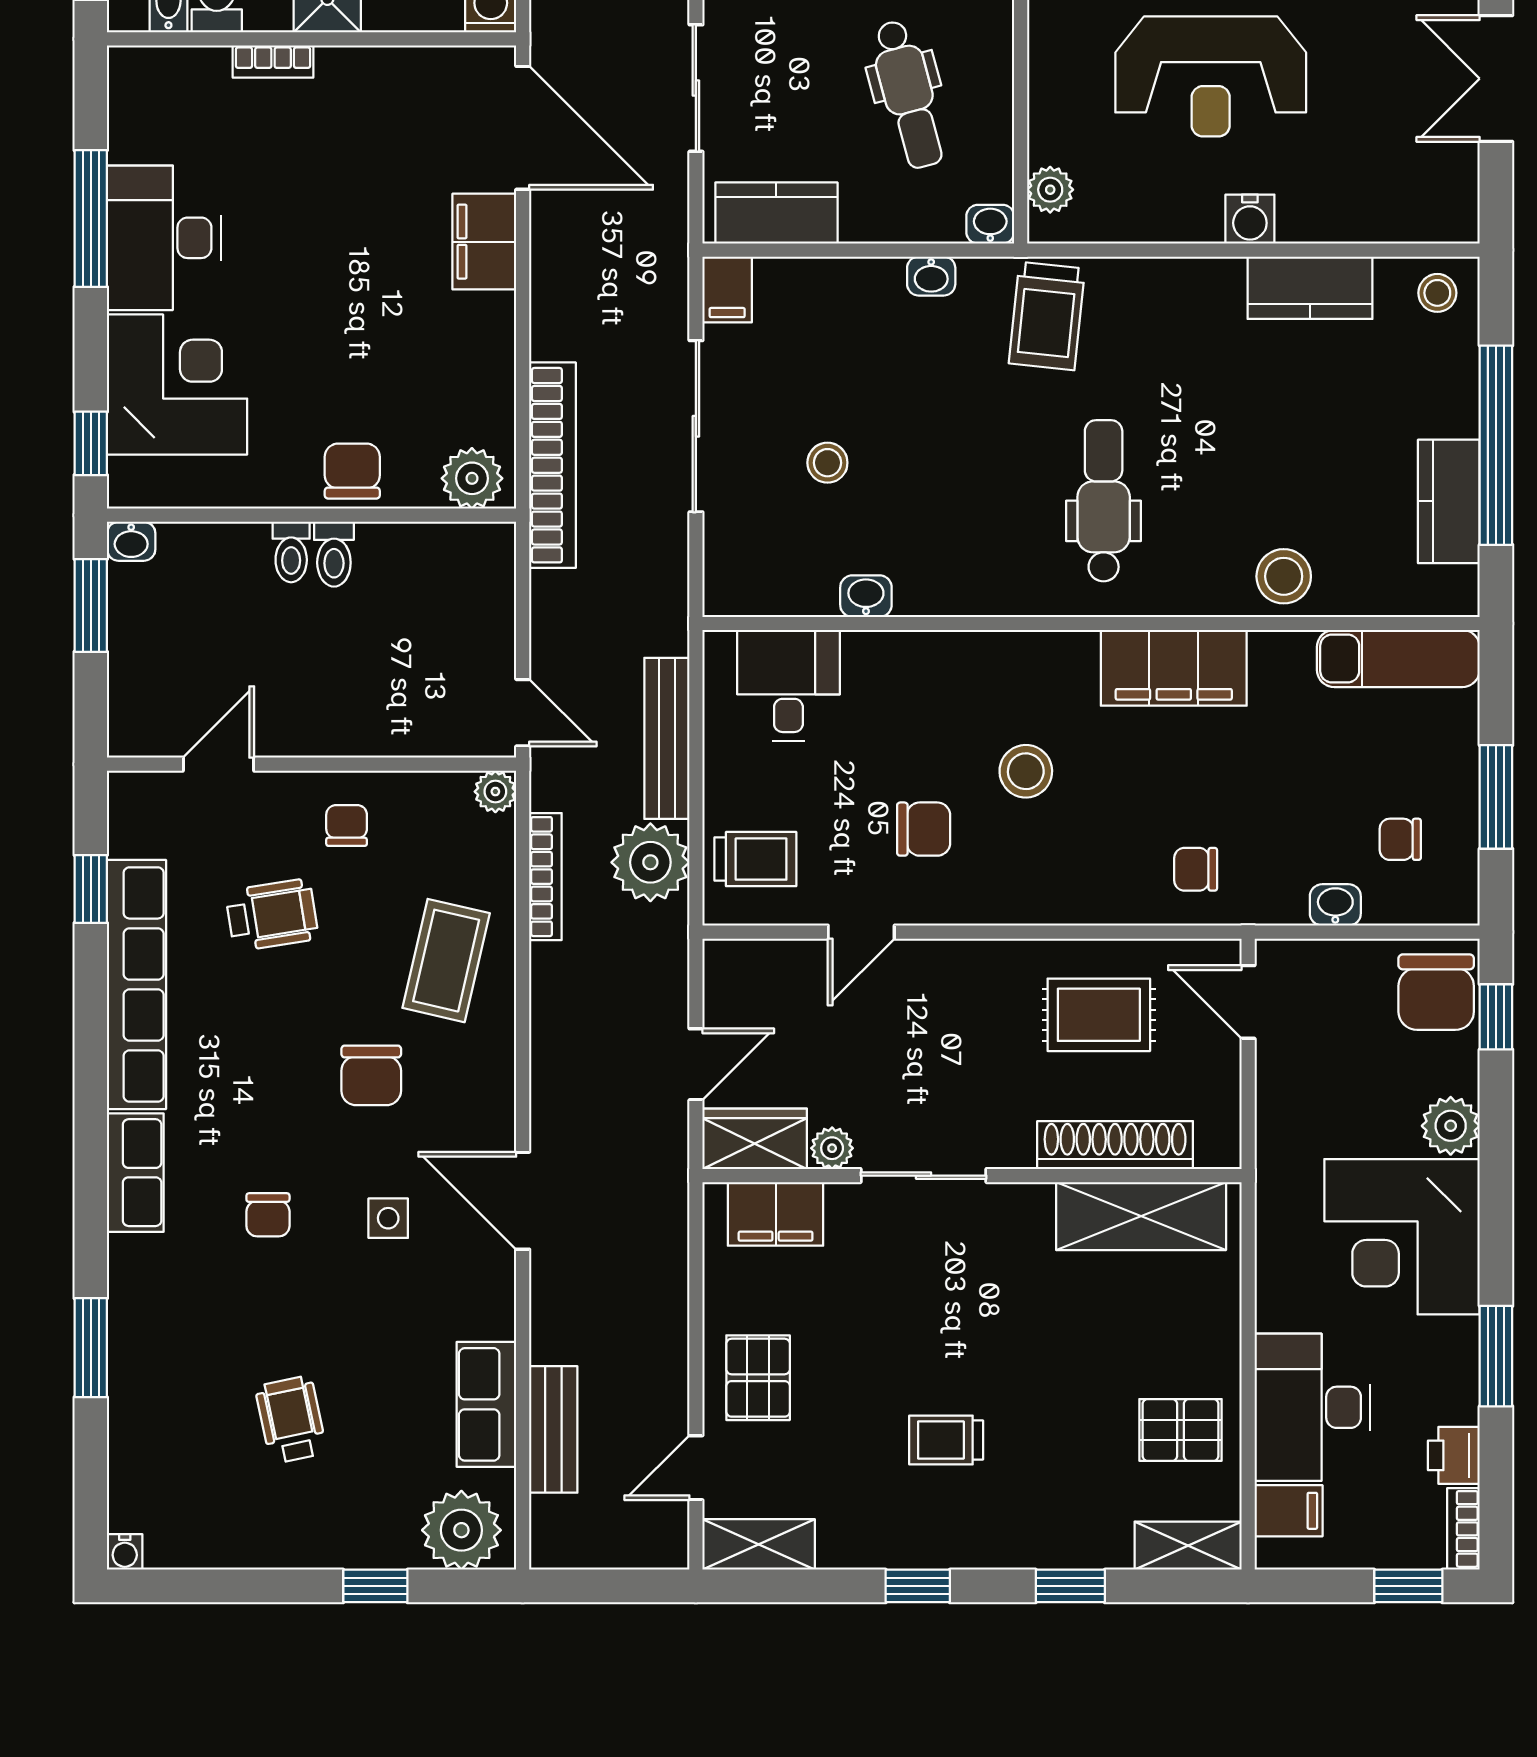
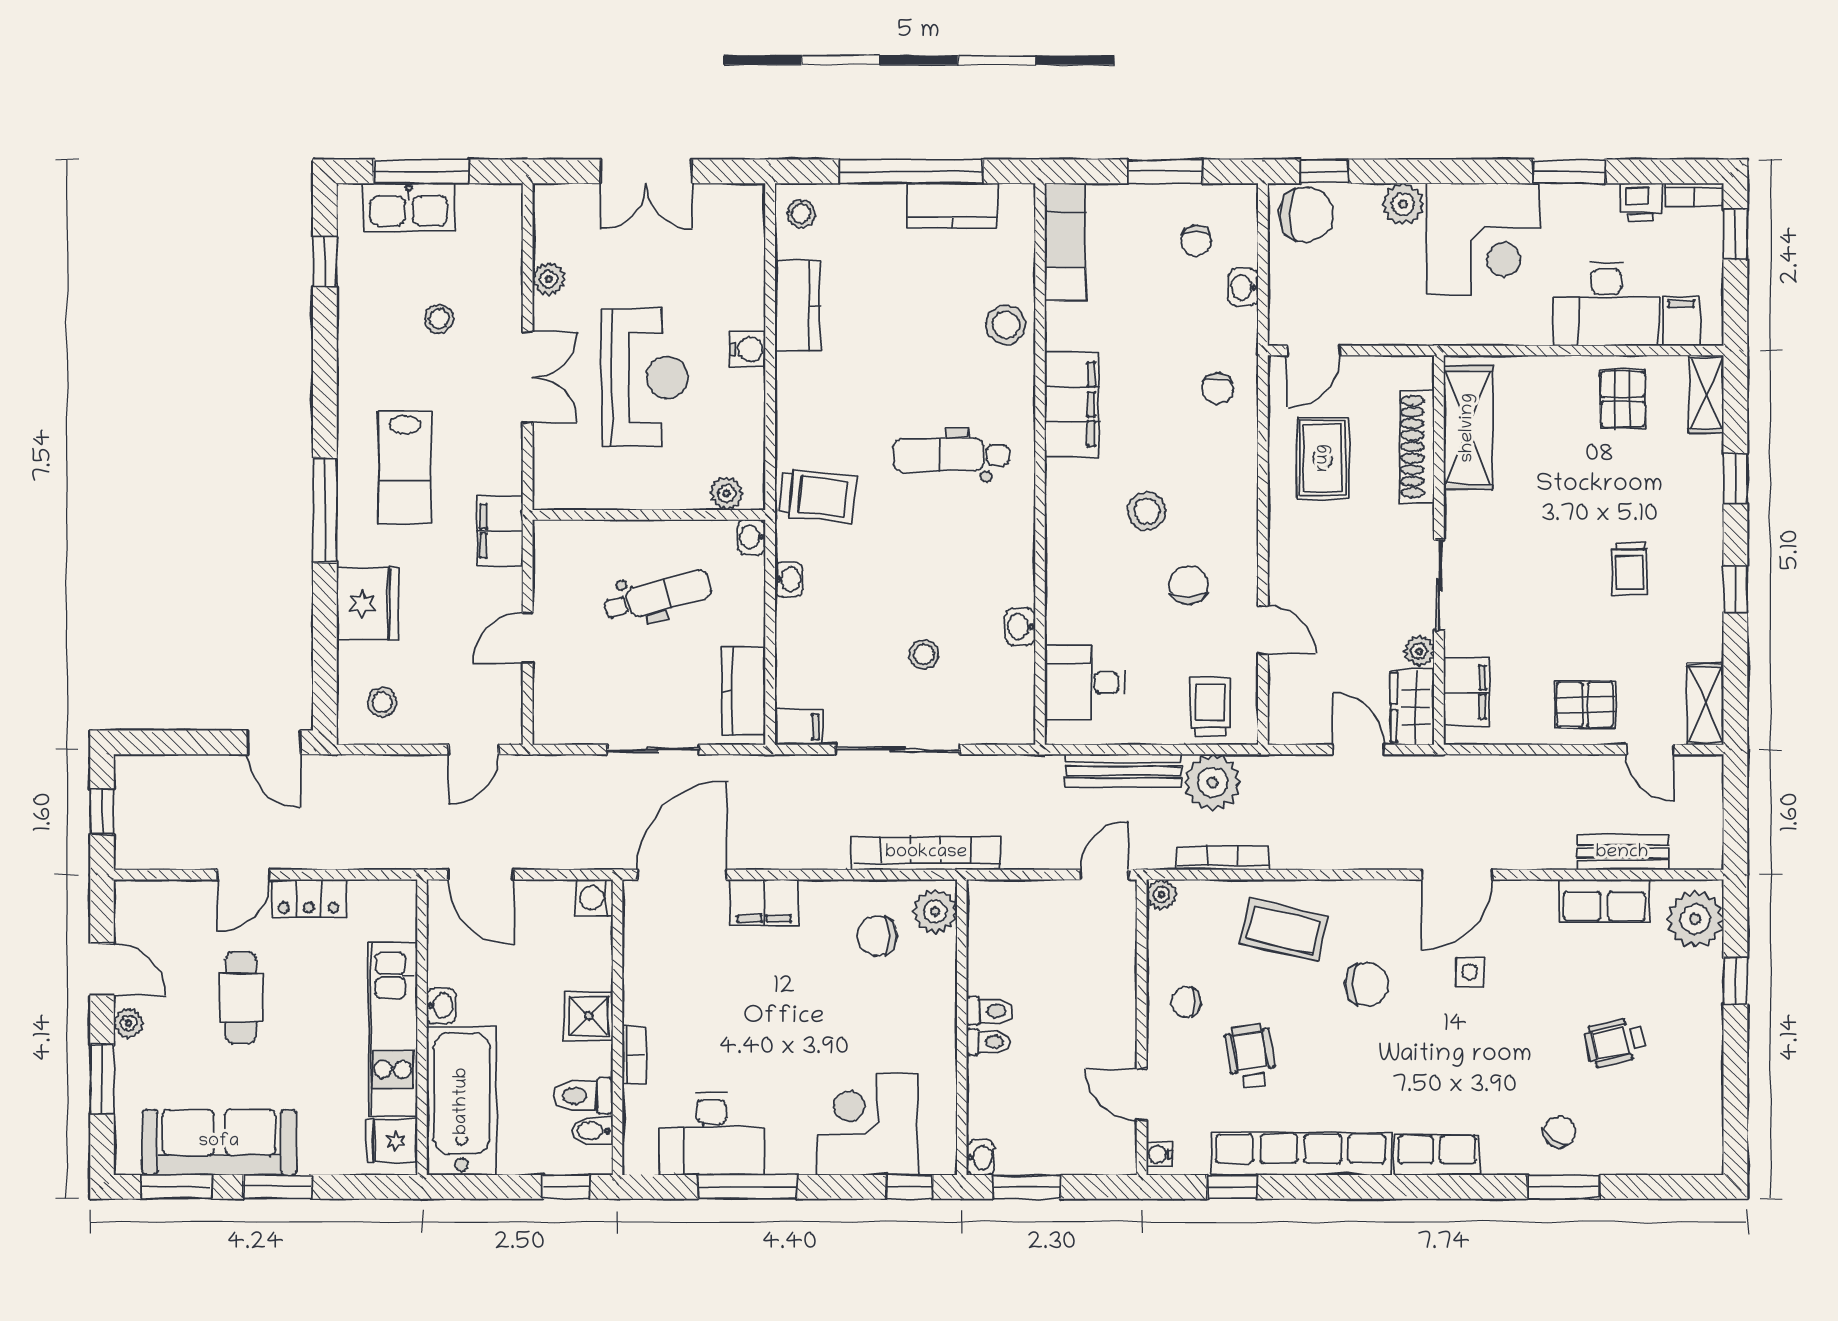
desk: (164, 238) -> (711, 1134), moved
chair: (352, 471) -> (877, 936), moved
chair: (268, 1215) -> (1559, 1132), moved, turned -53
water cooler: (125, 1552) -> (1159, 1154), moved, turned 180

